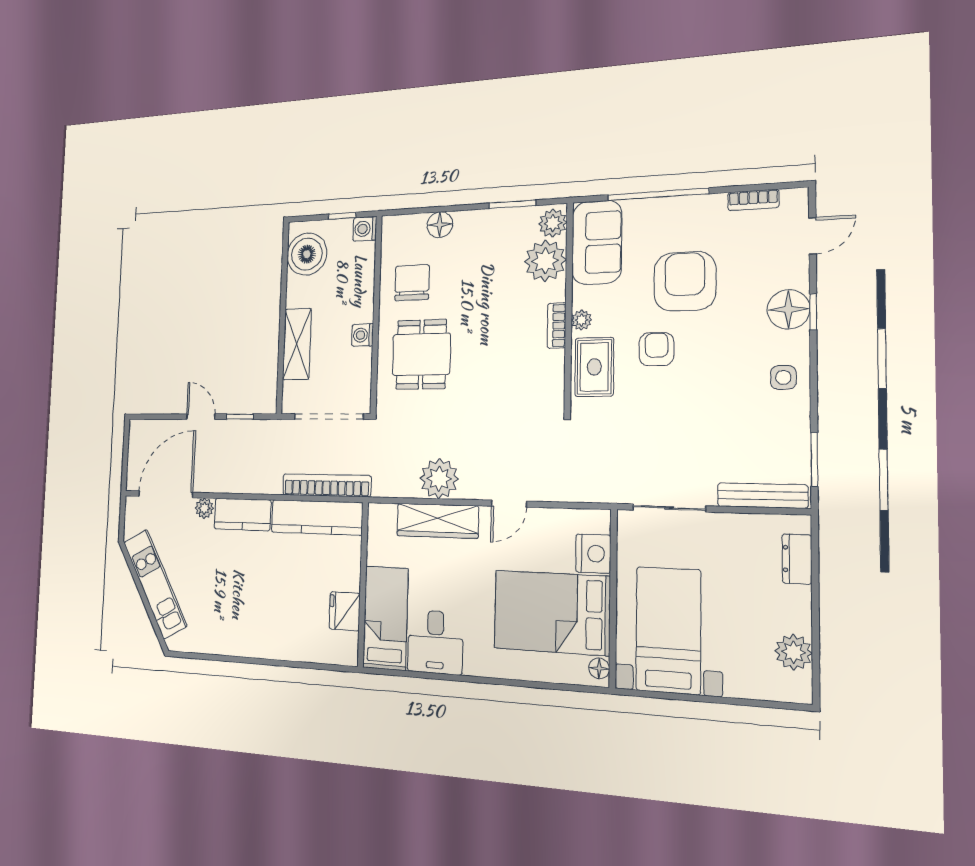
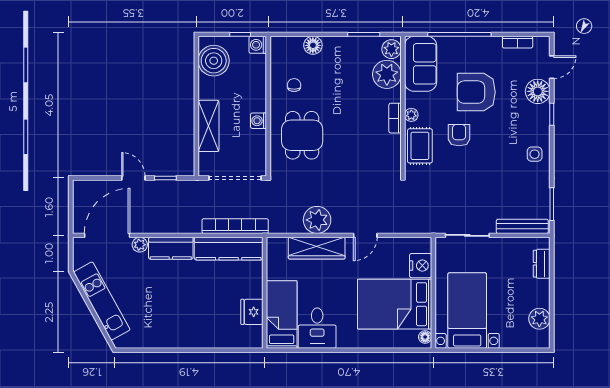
armchair: (685, 281) -> (476, 92), turned -90
chair: (412, 283) -> (294, 85), width x0.54, depth x0.54
floor lamp: (788, 309) -> (538, 91), moved

